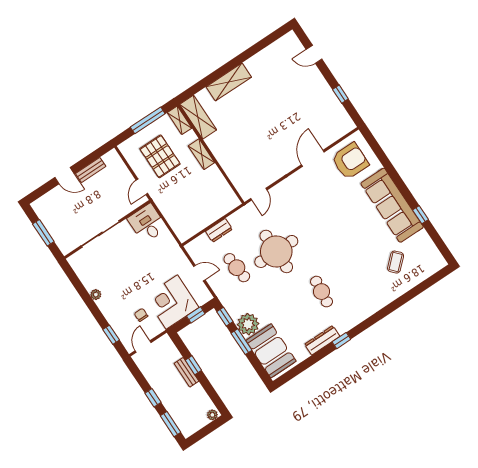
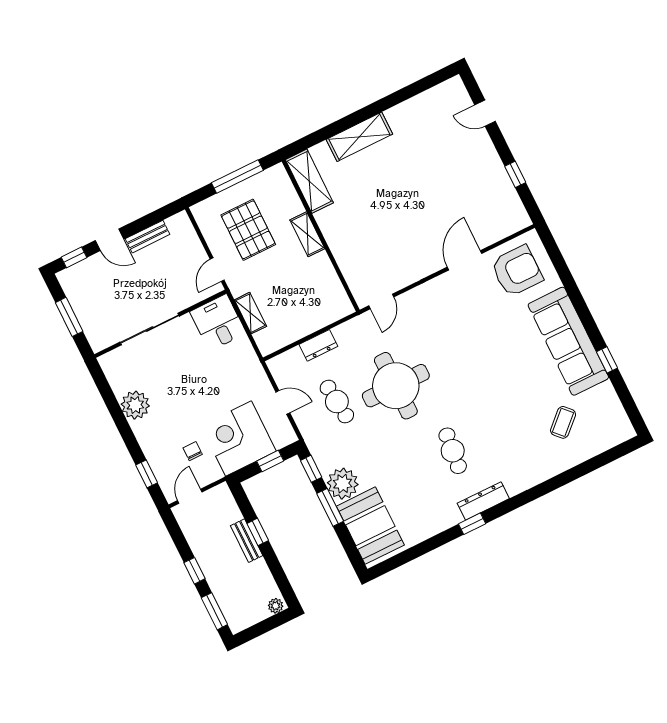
shelving: (179, 120) -> (250, 313), moved
window: (41, 191) -> (74, 257), added
plant: (96, 295) -> (135, 405), width x1.87, depth x1.87
dresser: (322, 340) -> (483, 501), moved

